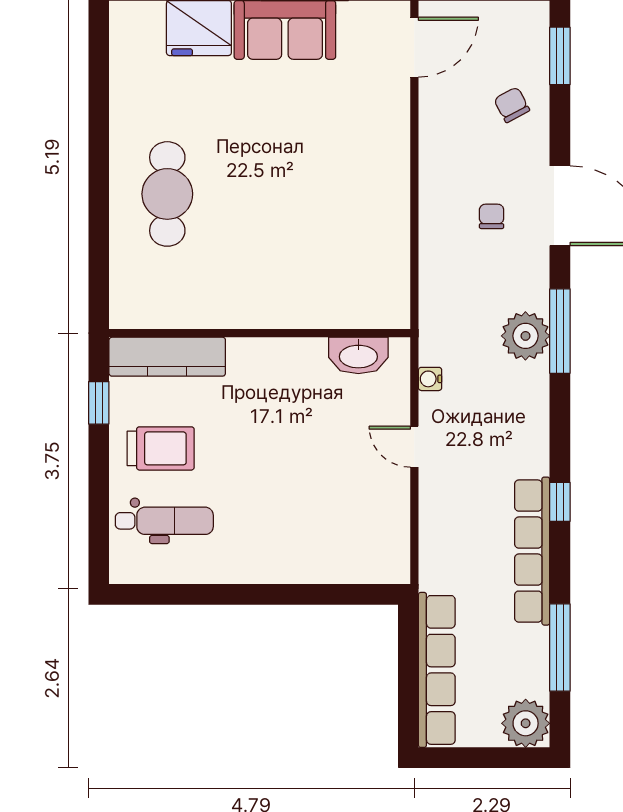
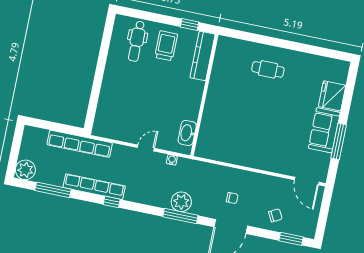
cafe table: (167, 194) -> (268, 69), width x0.73, depth x0.74
trolley: (161, 448) -> (166, 46), turned 180
row of seats: (437, 670) -> (80, 144), moved

